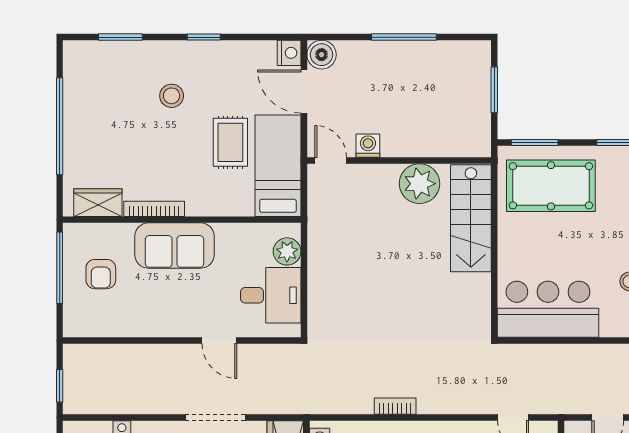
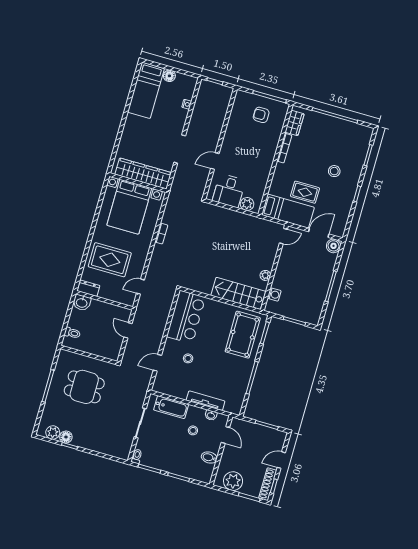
nightstand: (289, 53) -> (339, 231), removed
washing machine: (368, 146) -> (274, 294), moved
plant: (419, 184) -> (265, 275), width x0.53, depth x0.53
sofa: (175, 246) -> (265, 153), removed

